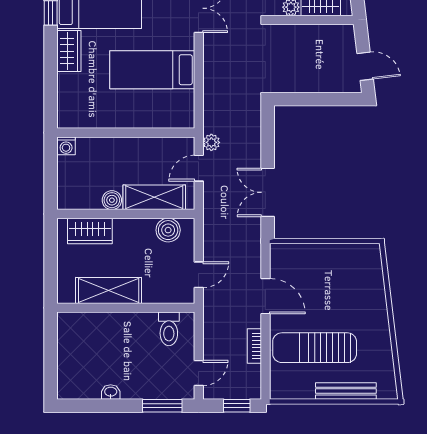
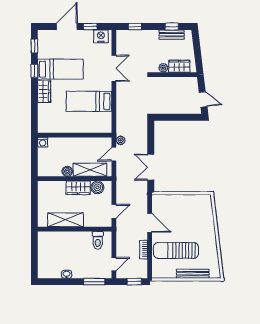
wardrobe: (90, 231) -> (78, 188), moved

